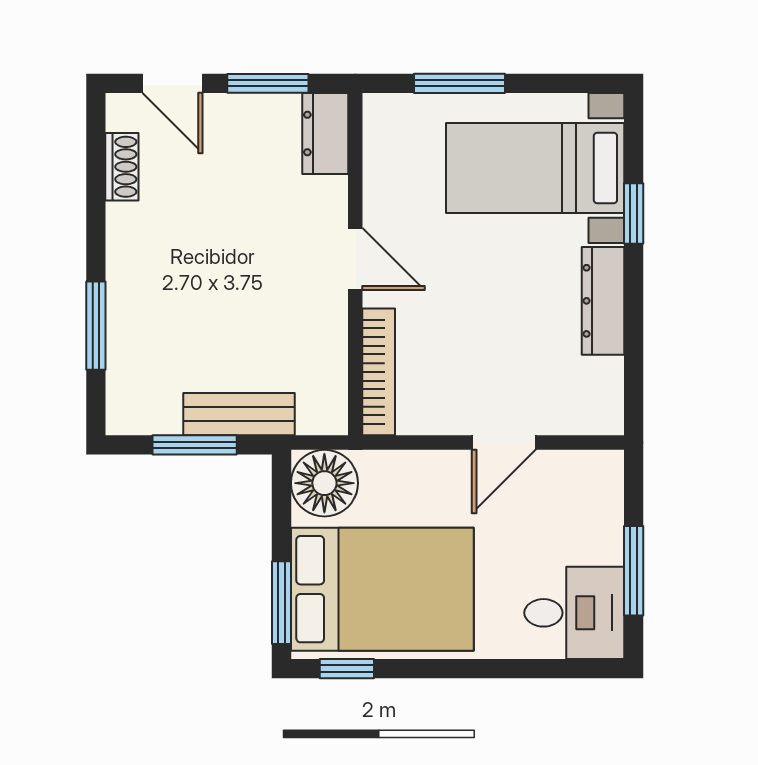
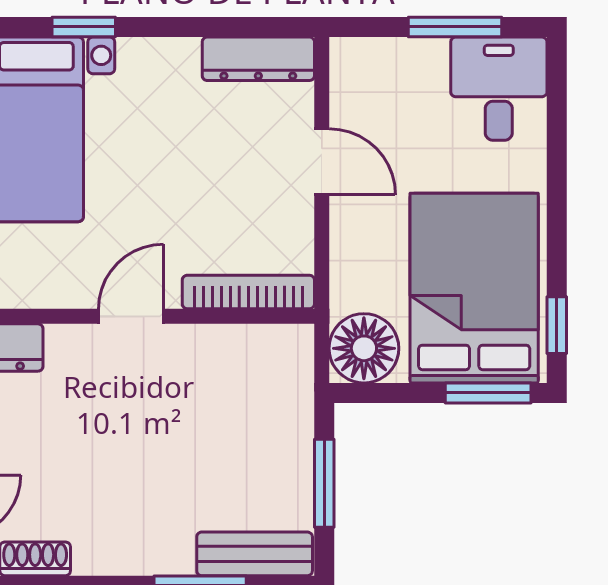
dresser: (603, 301) -> (258, 59), moved
bench: (239, 414) -> (255, 554), moved, turned 90

